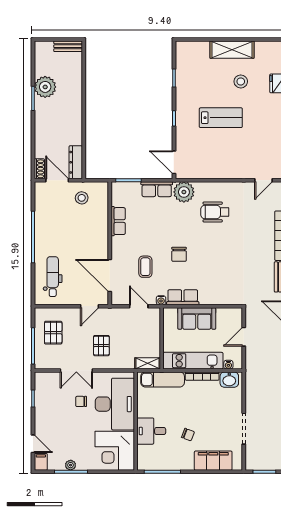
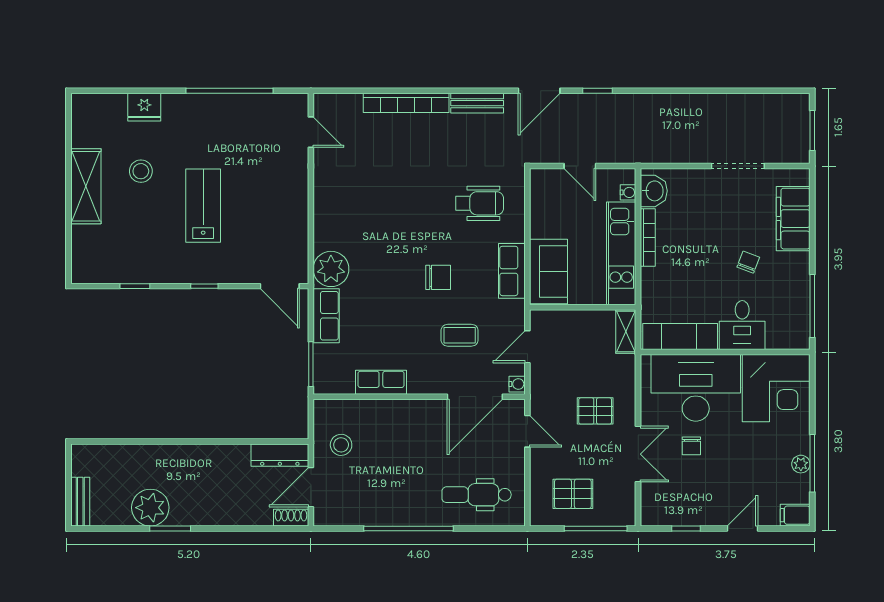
bench: (68, 46) -> (80, 502), moved
door: (174, 162) -> (280, 286), hinge flipped
wheelchair: (215, 212) -> (480, 203), moved, turned -90
water cooler: (161, 300) -> (517, 384), moved
sofa: (197, 318) -> (549, 271), moved
exam couch: (163, 379) -> (680, 337), moved, turned -90
door: (33, 444) -> (742, 529), moved

